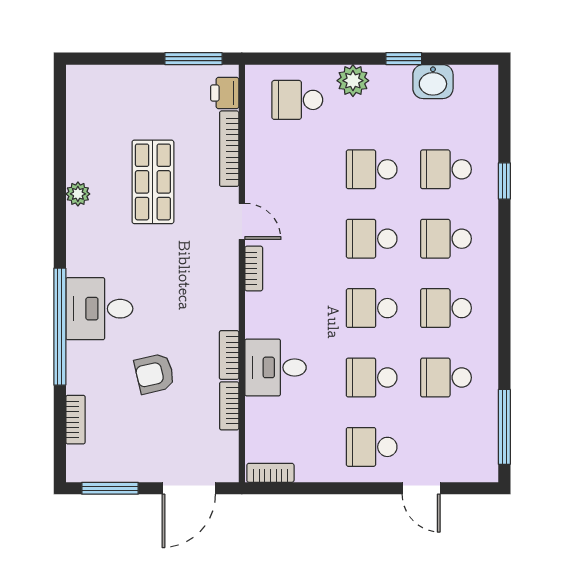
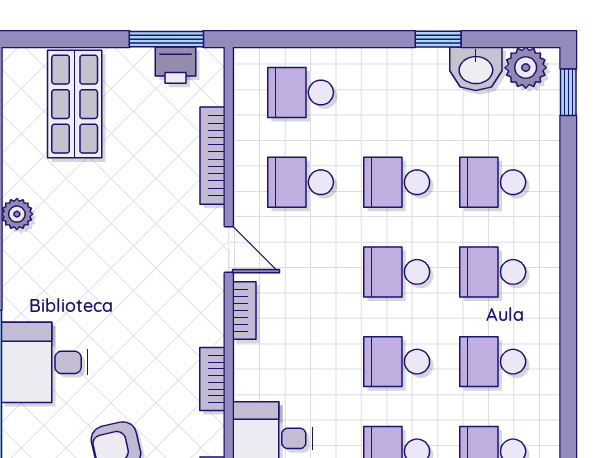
plant: (353, 81) -> (526, 68), moved
printer: (225, 93) -> (176, 65), moved, turned -90
school desk: (297, 169) -> (301, 182), added
window: (504, 181) -> (568, 92), moved
shop shelf: (153, 182) -> (75, 104), moved
bookcase: (229, 355) -> (212, 379), moved

